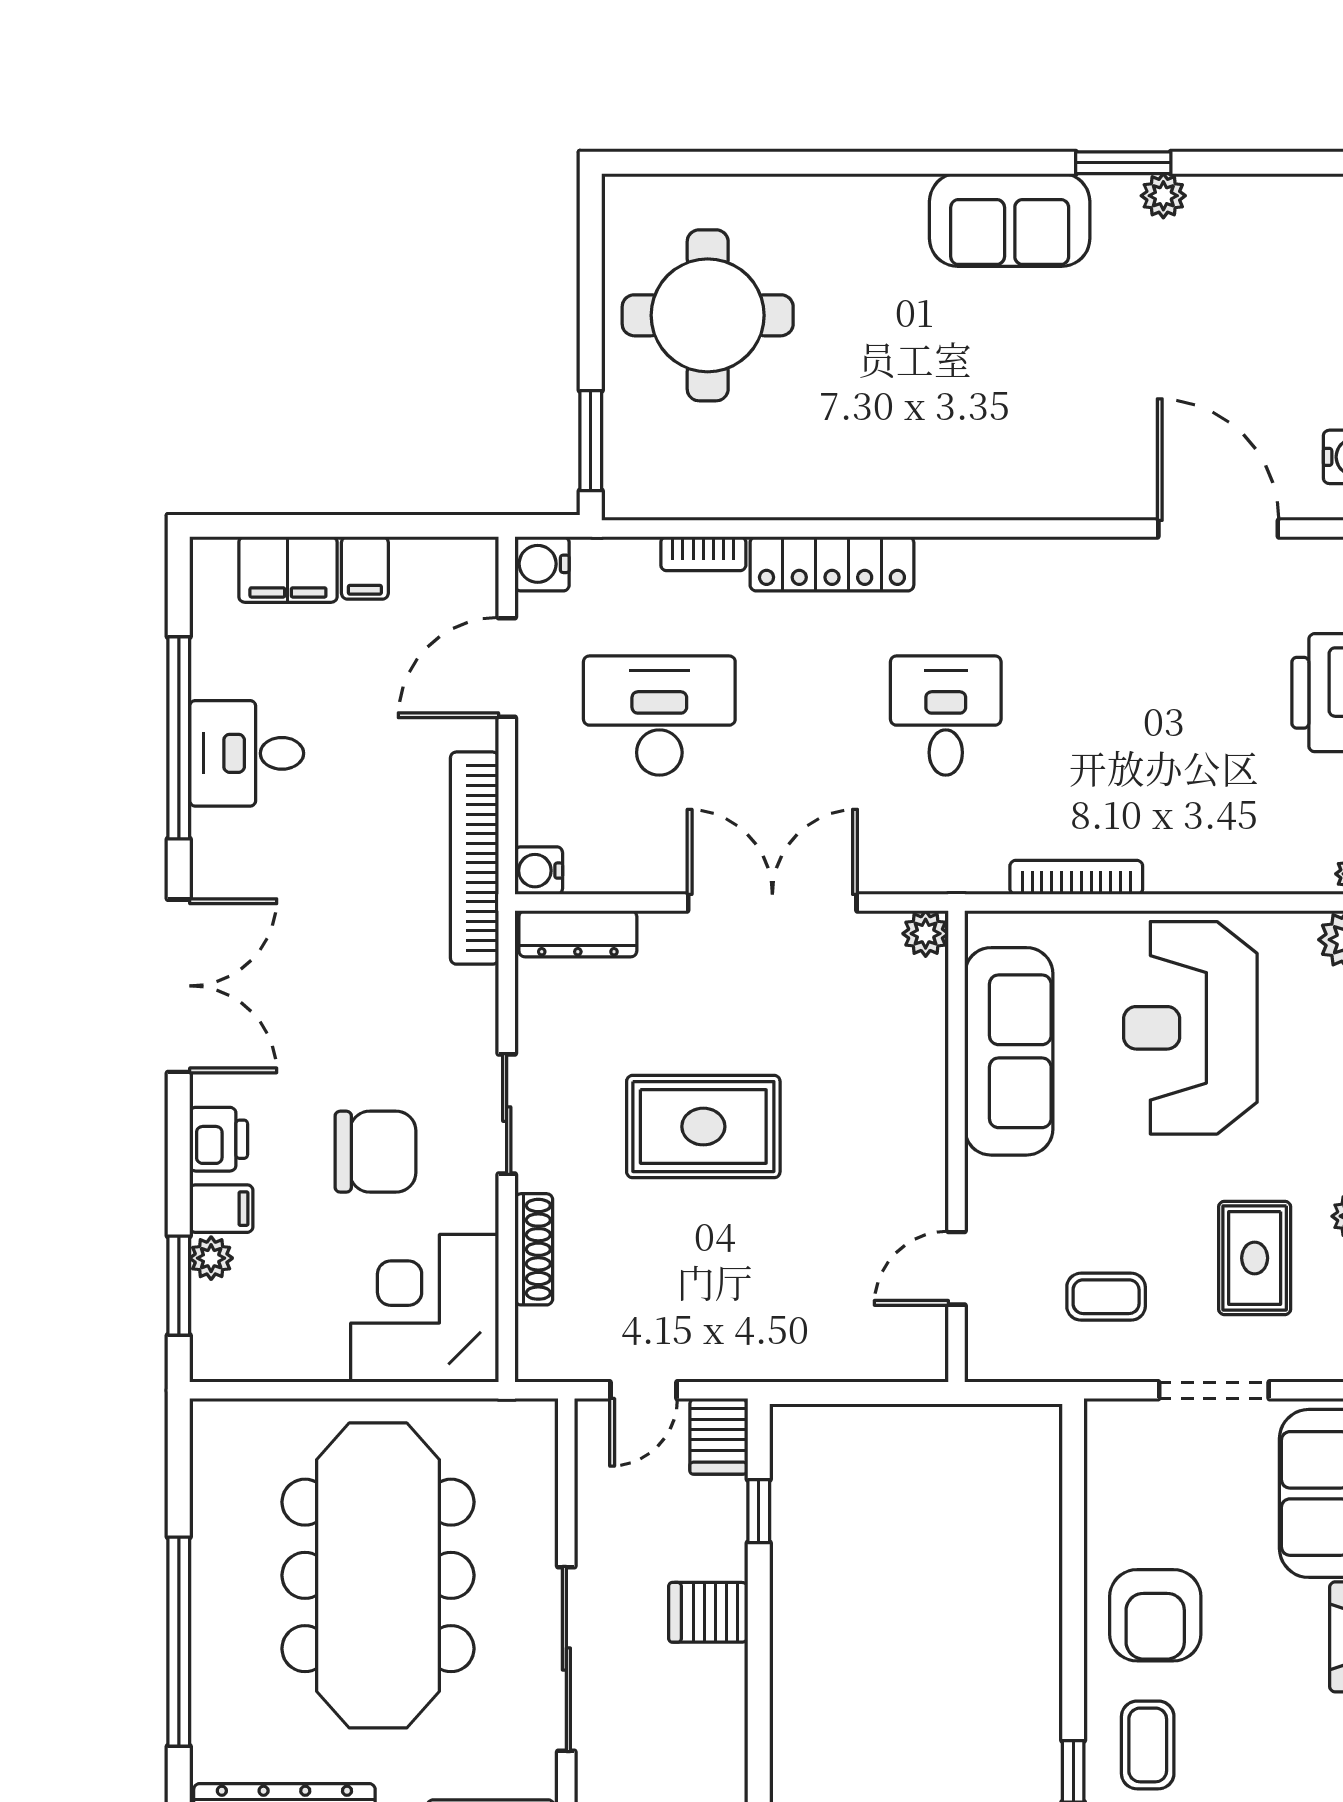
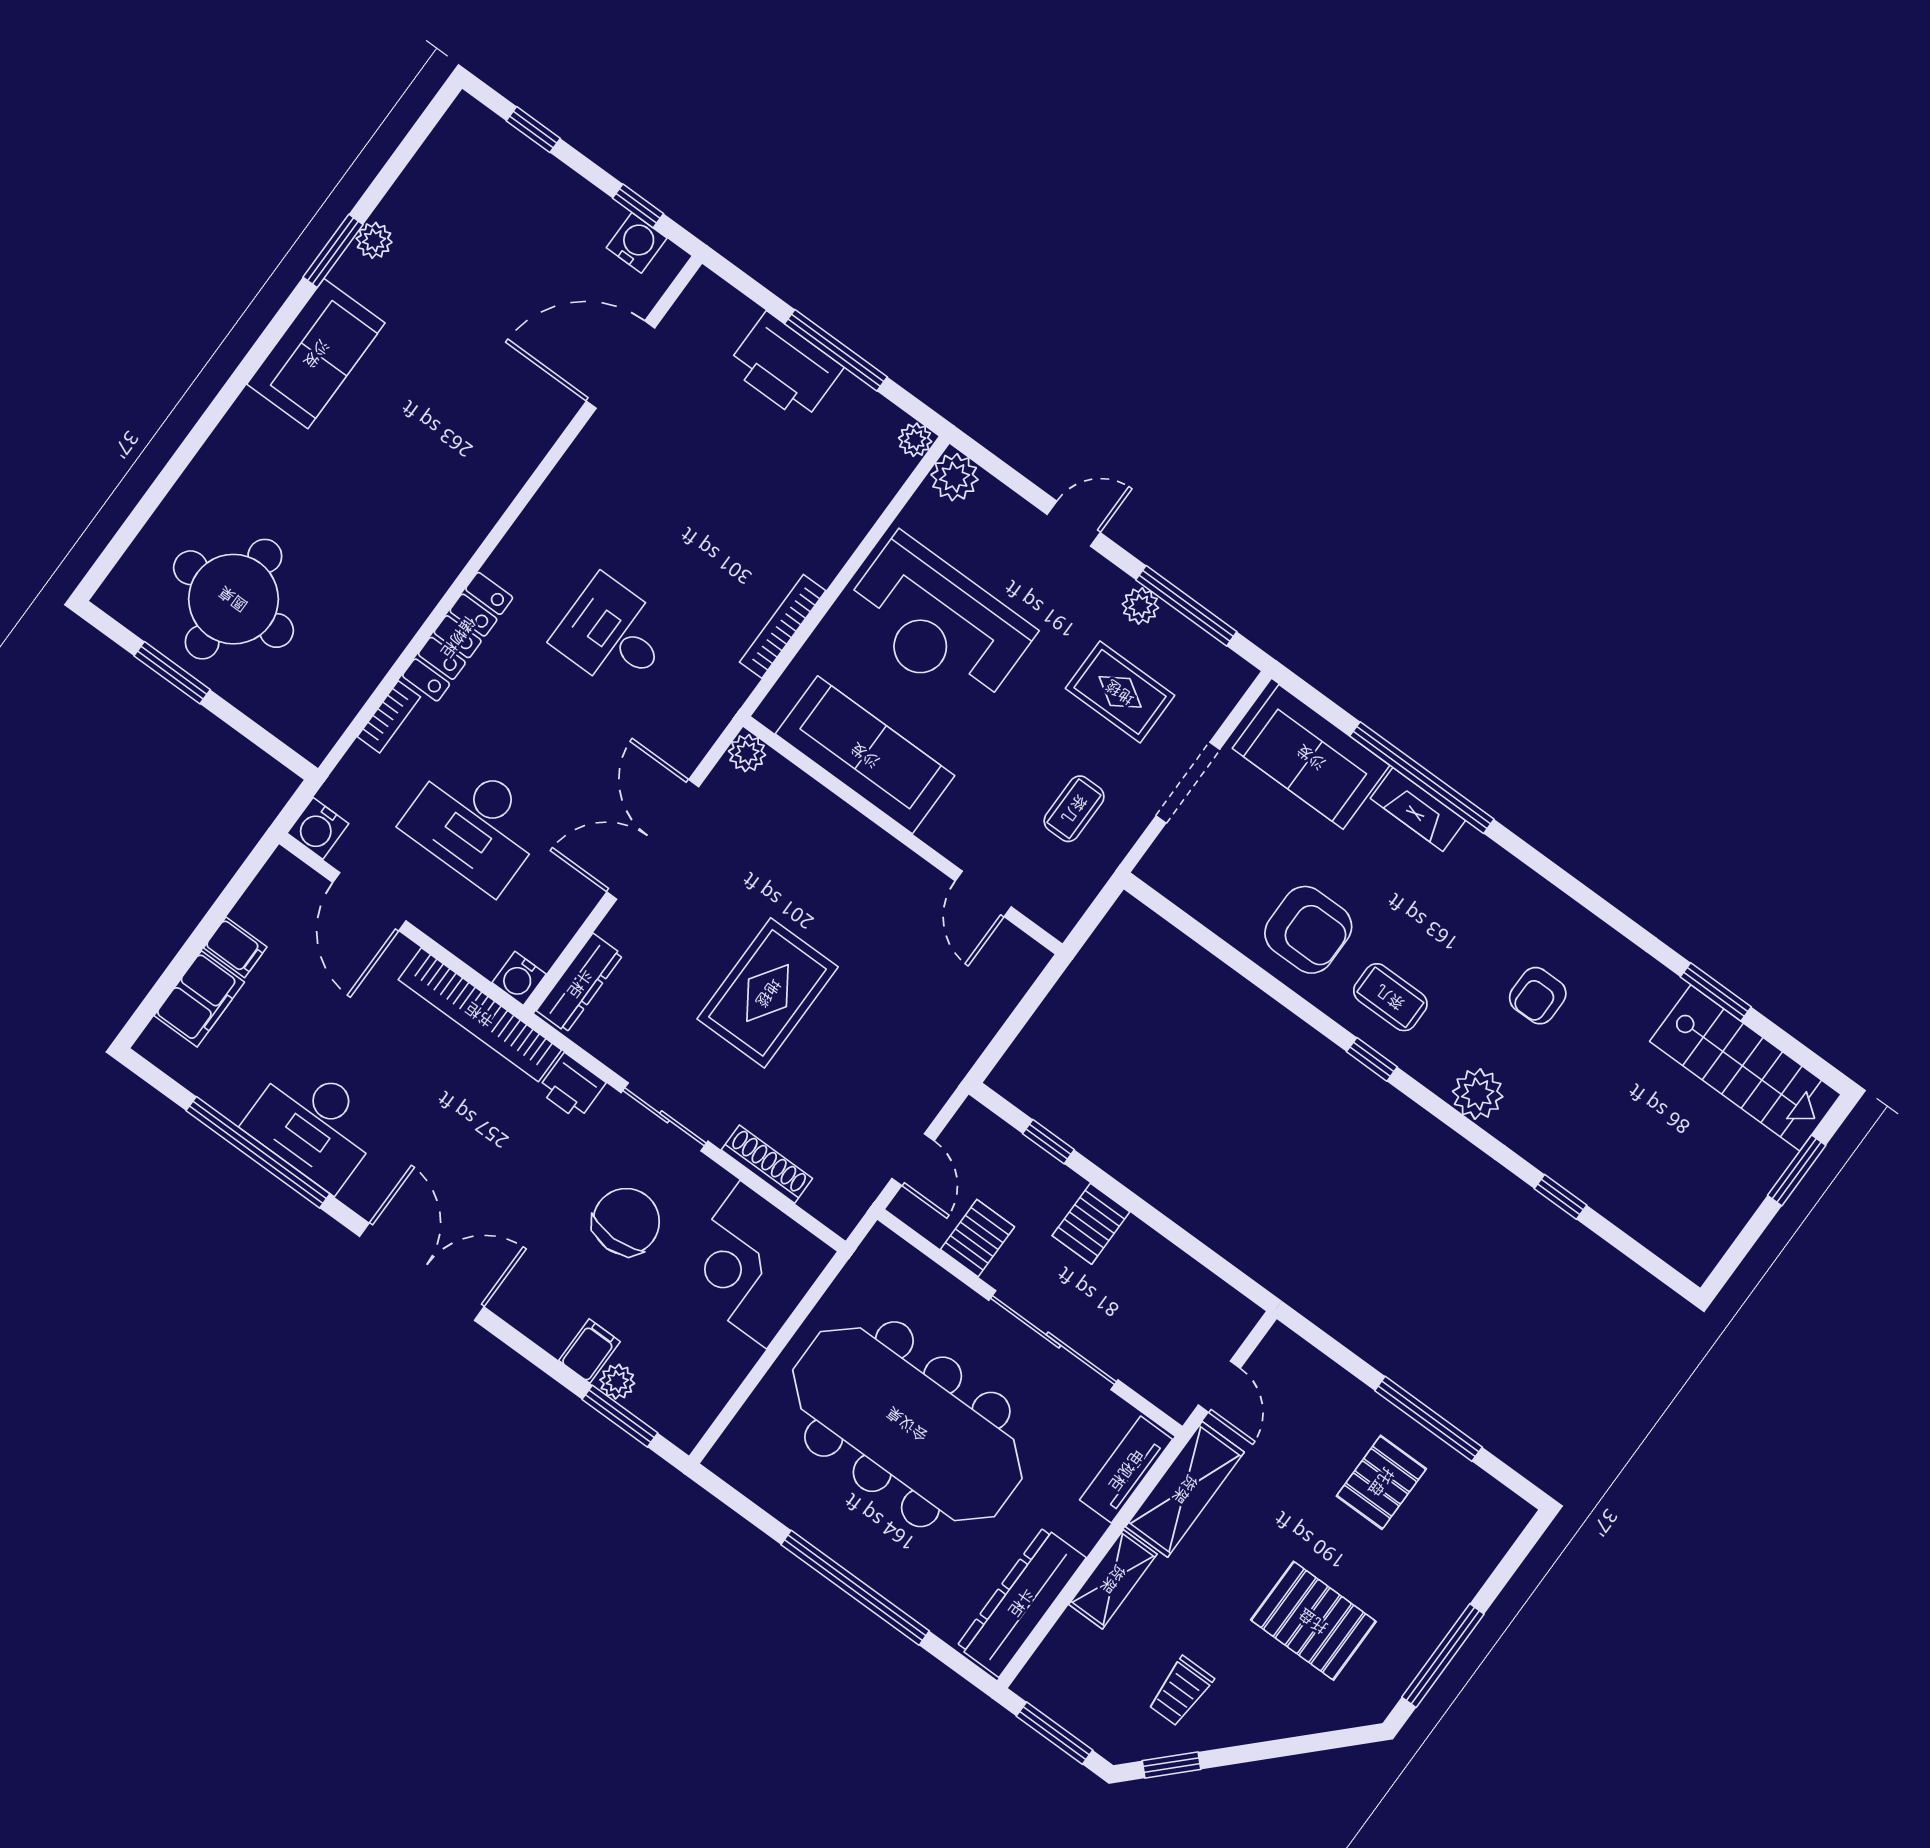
window: (591, 441) -> (172, 673), moved
desk: (659, 716) -> (475, 824), turned -90
desk: (247, 753) -> (314, 1124), width x1.37
printer: (219, 1139) -> (571, 1086), moved, turned 180
server rack: (718, 1436) -> (977, 1238), moved, turned -90

